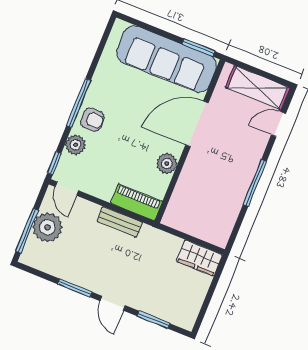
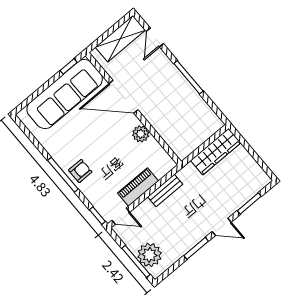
window: (198, 48) -> (69, 66), width x0.67
door: (197, 124) -> (123, 97), hinge flipped
plant: (75, 145) -> (92, 193), removed
piano: (136, 202) -> (138, 187), moved
plant: (47, 227) -> (150, 255), moved
wardrobe: (200, 258) -> (216, 152), width x1.50

